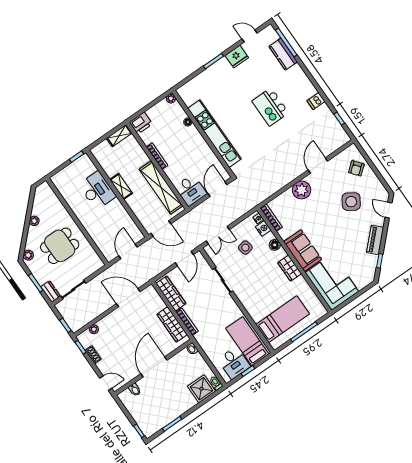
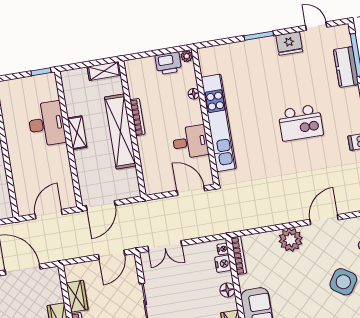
kitchen island: (270, 107) -> (301, 123), turned -90
printer: (141, 123) -> (168, 63), moved
shelving: (161, 187) -> (120, 131), moved
door: (217, 189) -> (191, 191), hinge flipped
desk: (191, 190) -> (190, 142), moved, turned -90
door: (161, 229) -> (101, 206), hinge flipped
side table: (245, 248) -> (191, 276), removed
wardrobe: (171, 293) -> (77, 296), width x0.67

